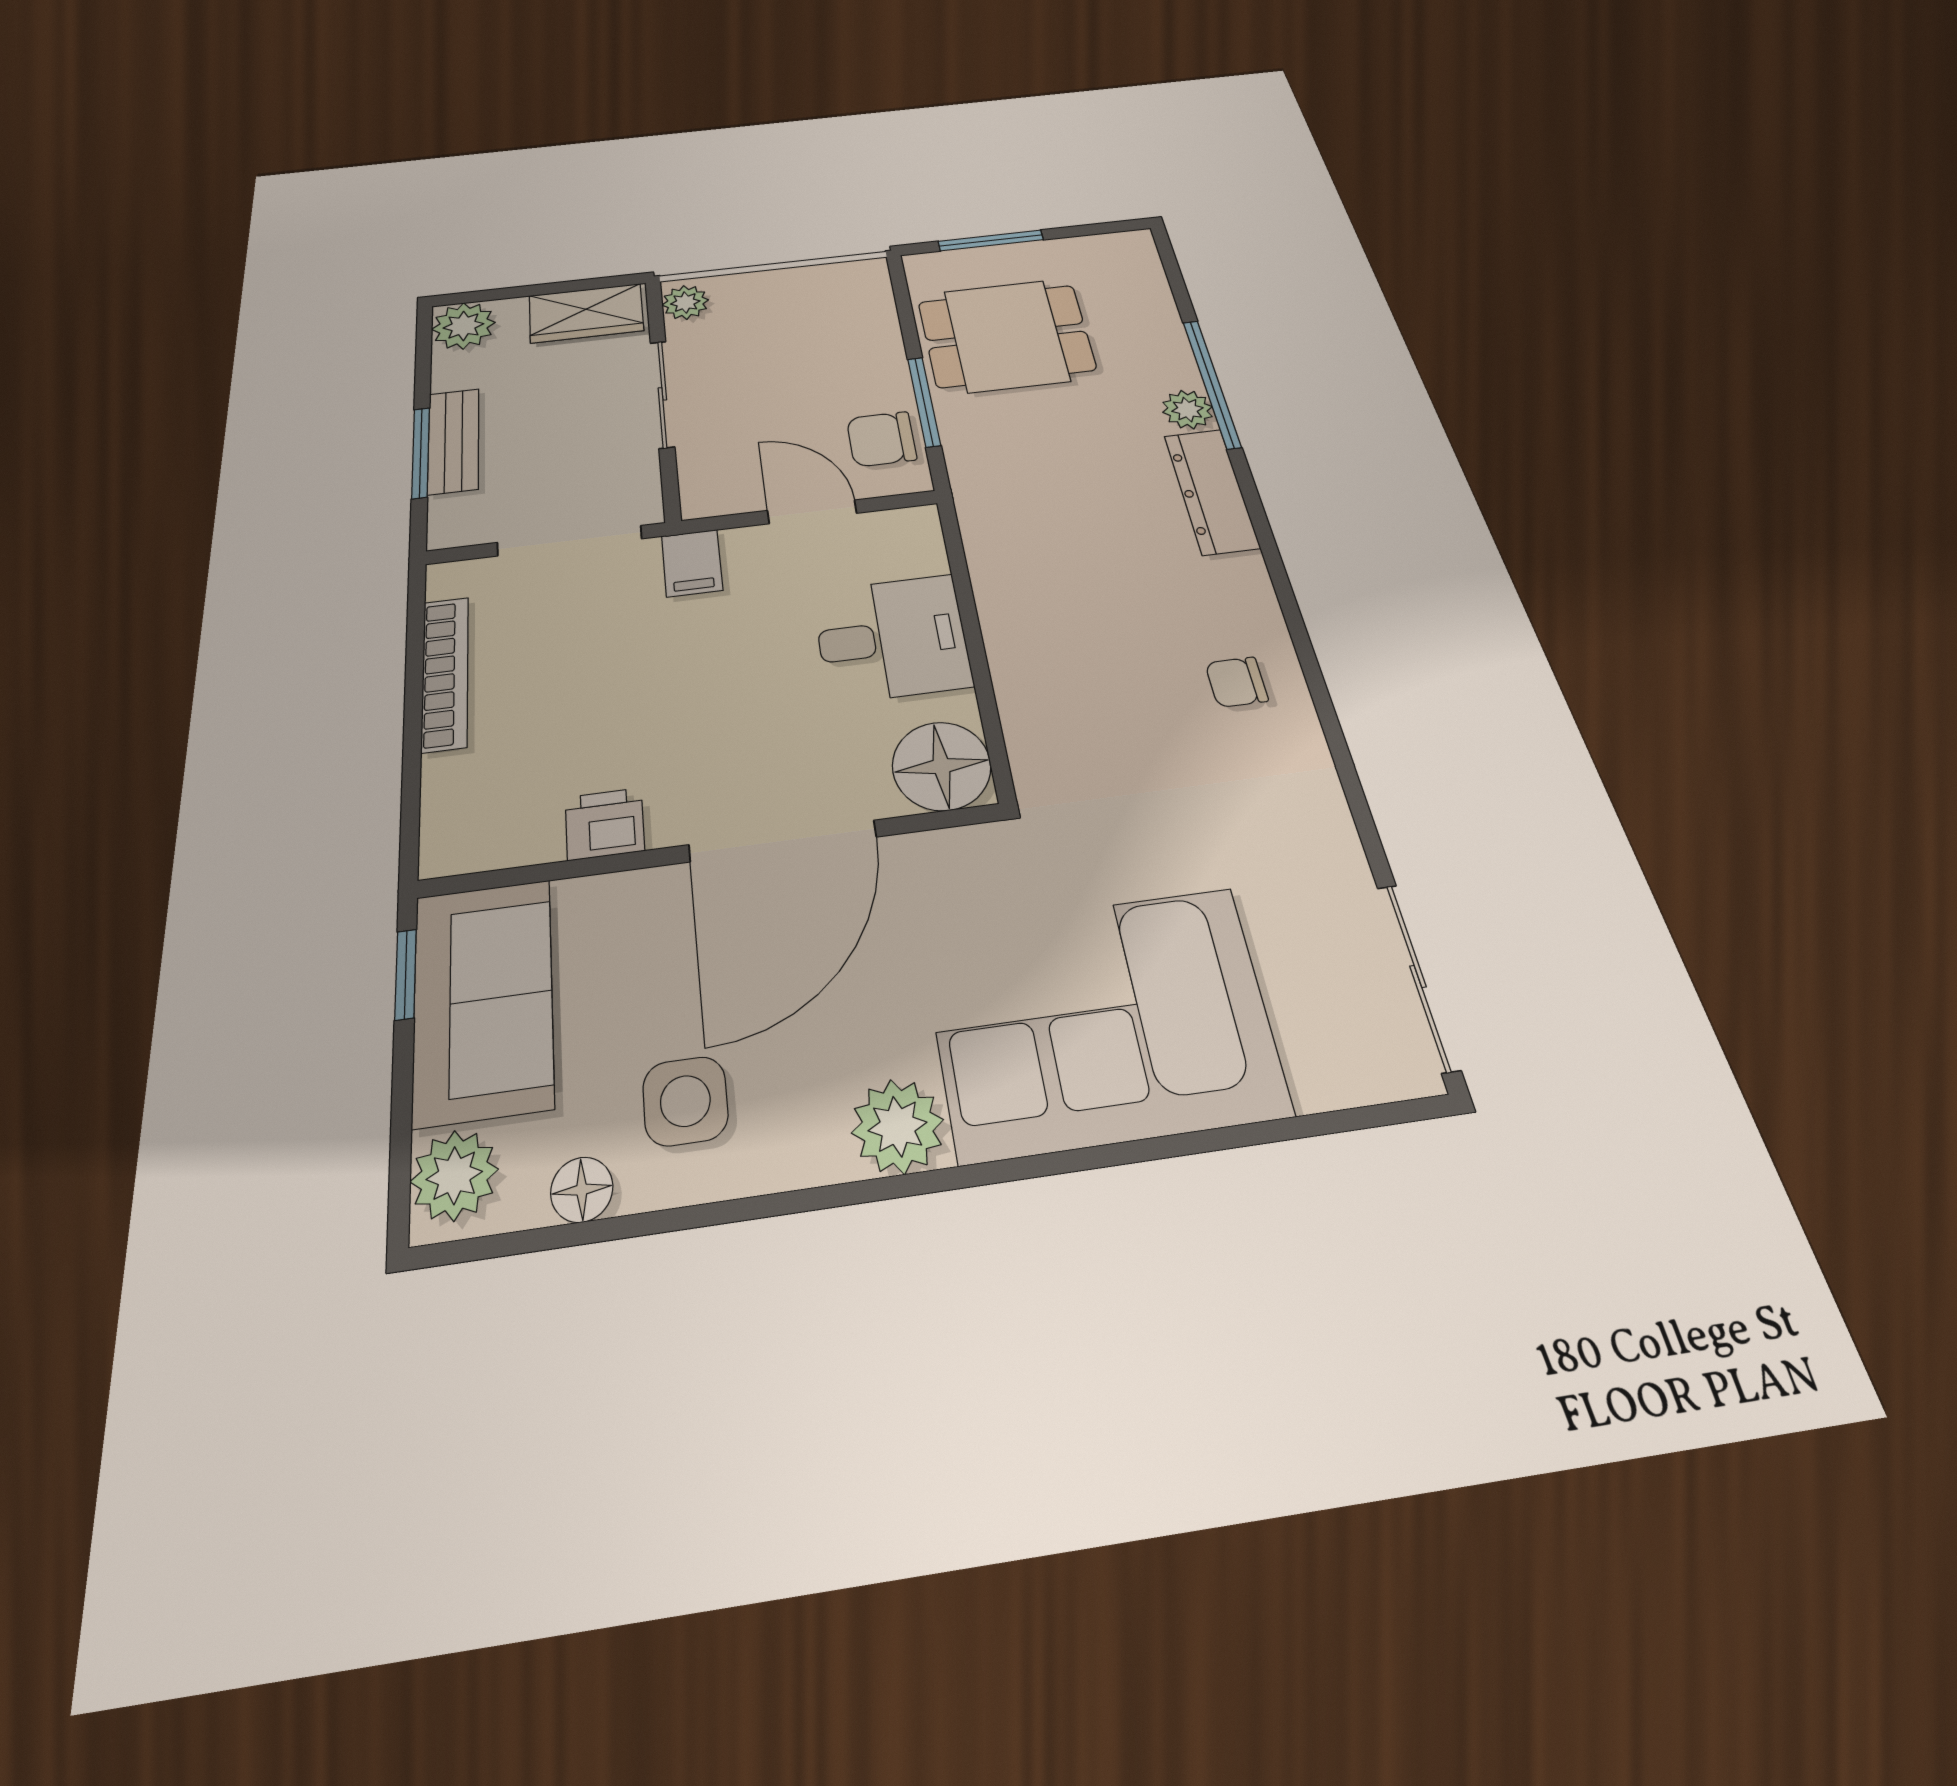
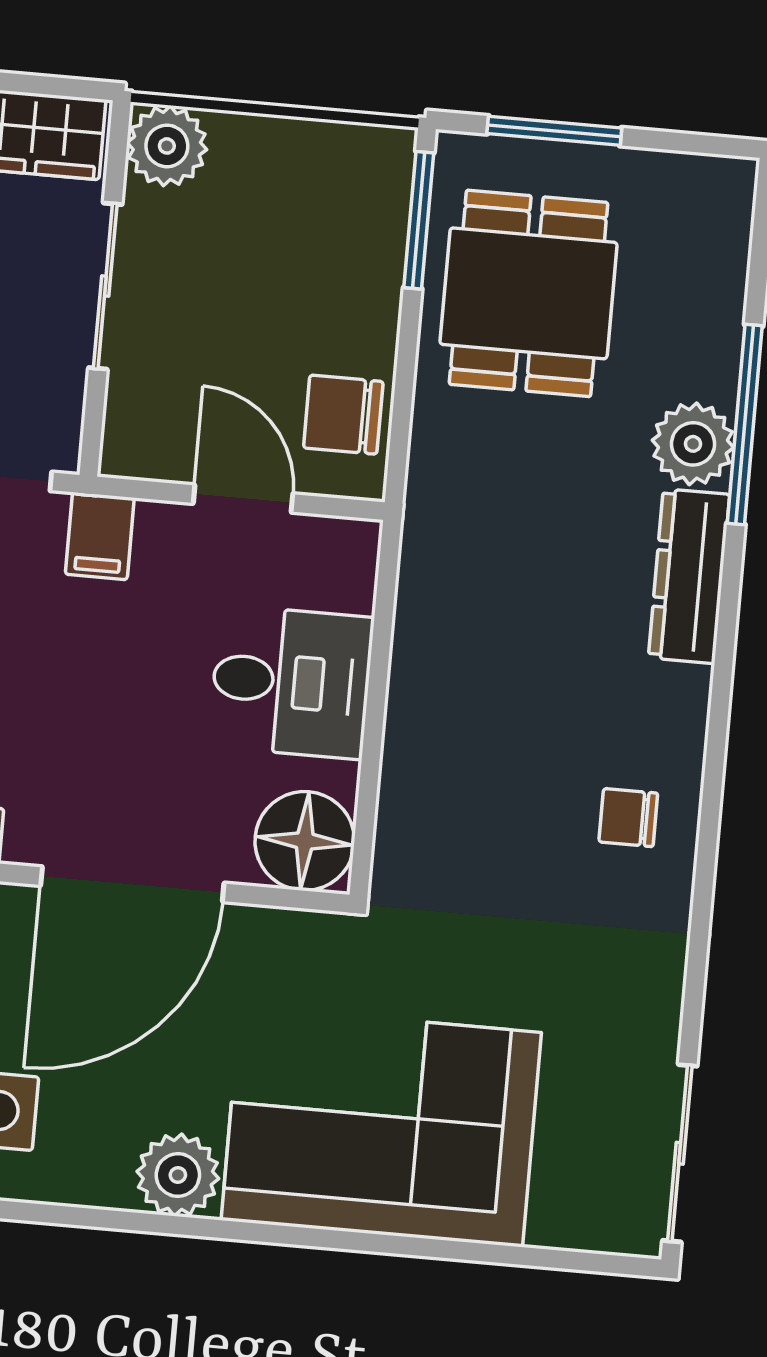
plant: (685, 302) -> (167, 146), width x1.38, depth x1.38
dining table: (1006, 336) -> (529, 293), turned 90
window: (924, 402) -> (419, 220), moved
plant: (1187, 410) -> (693, 444), width x1.38, depth x1.38

